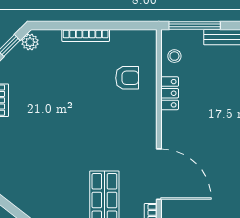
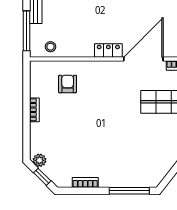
bookcase: (86, 35) -> (34, 110), width x0.64
locker: (170, 93) -> (108, 50), moved

